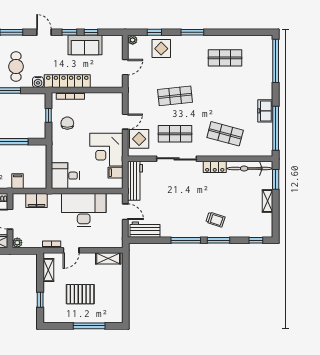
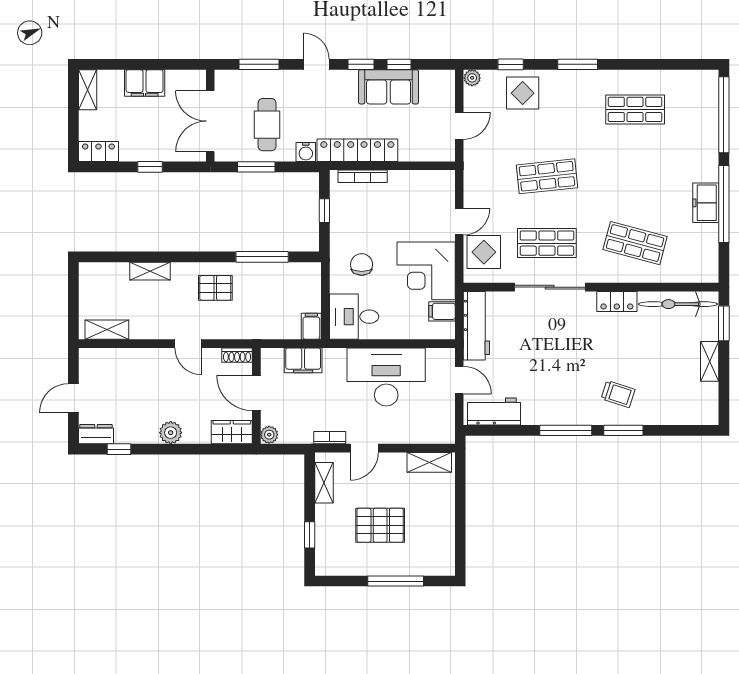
chair: (67, 123) -> (362, 265), moved
window: (276, 128) -> (724, 204), moved
filing cabinet: (18, 181) -> (311, 326), moved
window: (256, 240) -> (689, 430), removed

